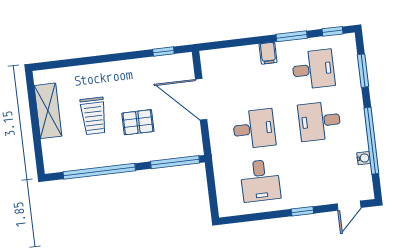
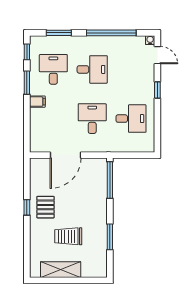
window: (163, 52) -> (27, 207), moved
trolley: (93, 116) -> (68, 236), turned 180
desk: (320, 121) -> (92, 69), turned -90
pallet: (138, 122) -> (45, 207), moved
water cooler: (364, 158) -> (150, 40), moved
window: (99, 171) -> (110, 237), width x0.47

